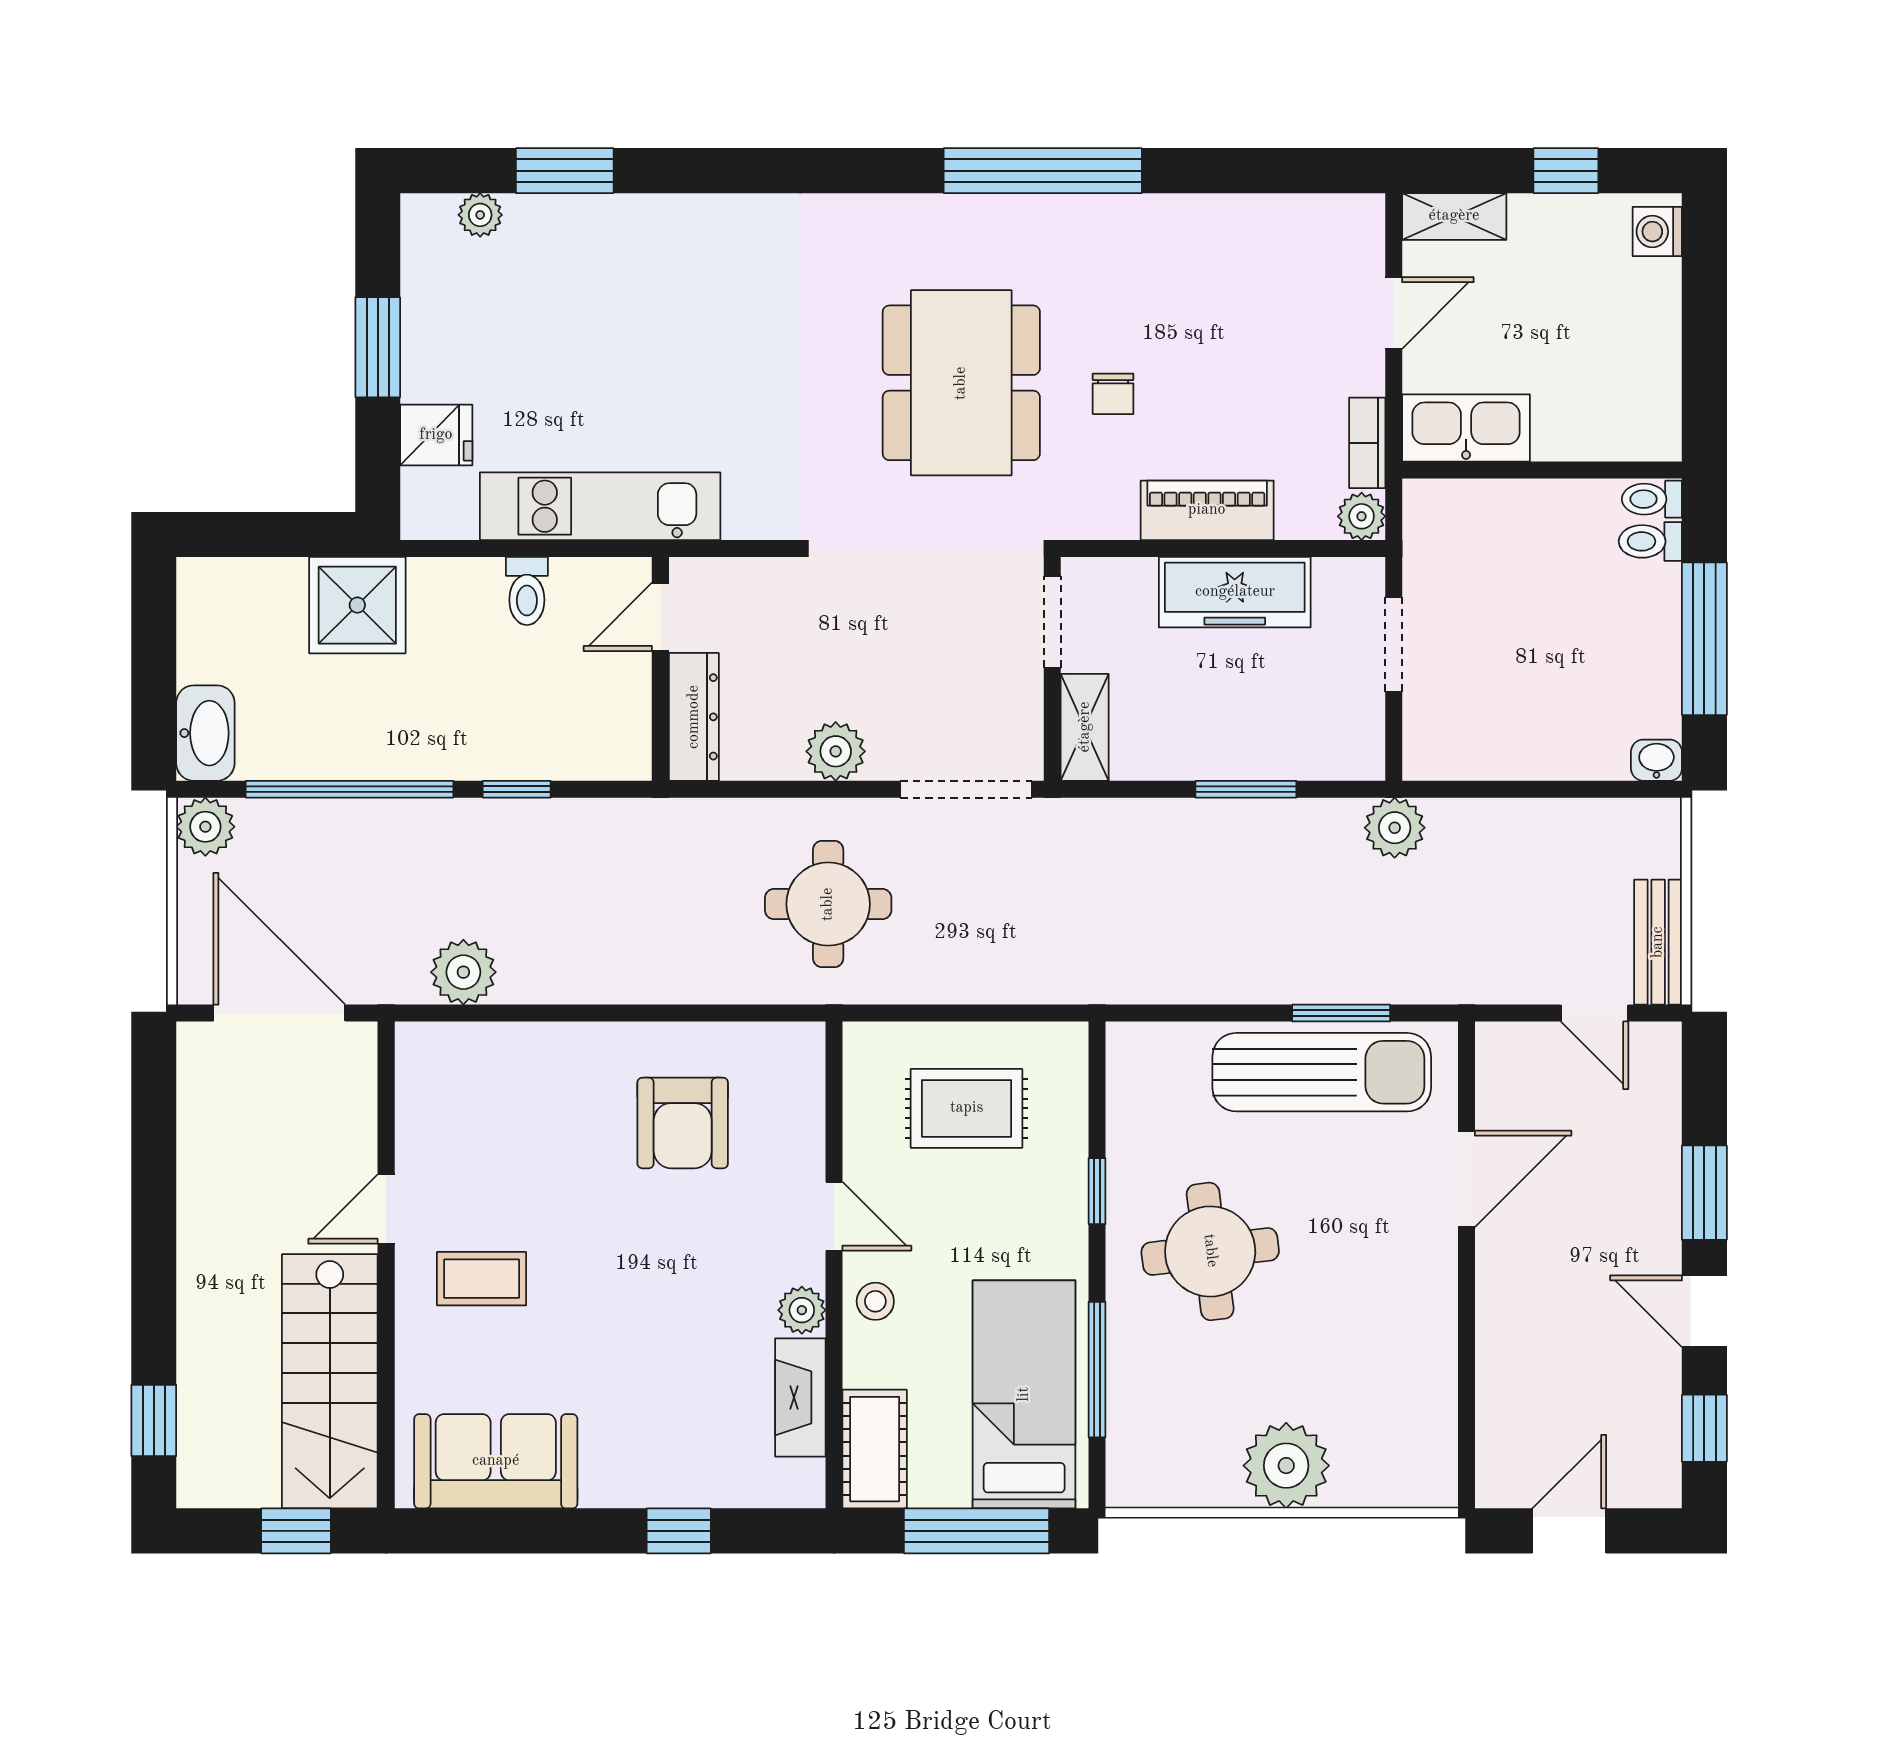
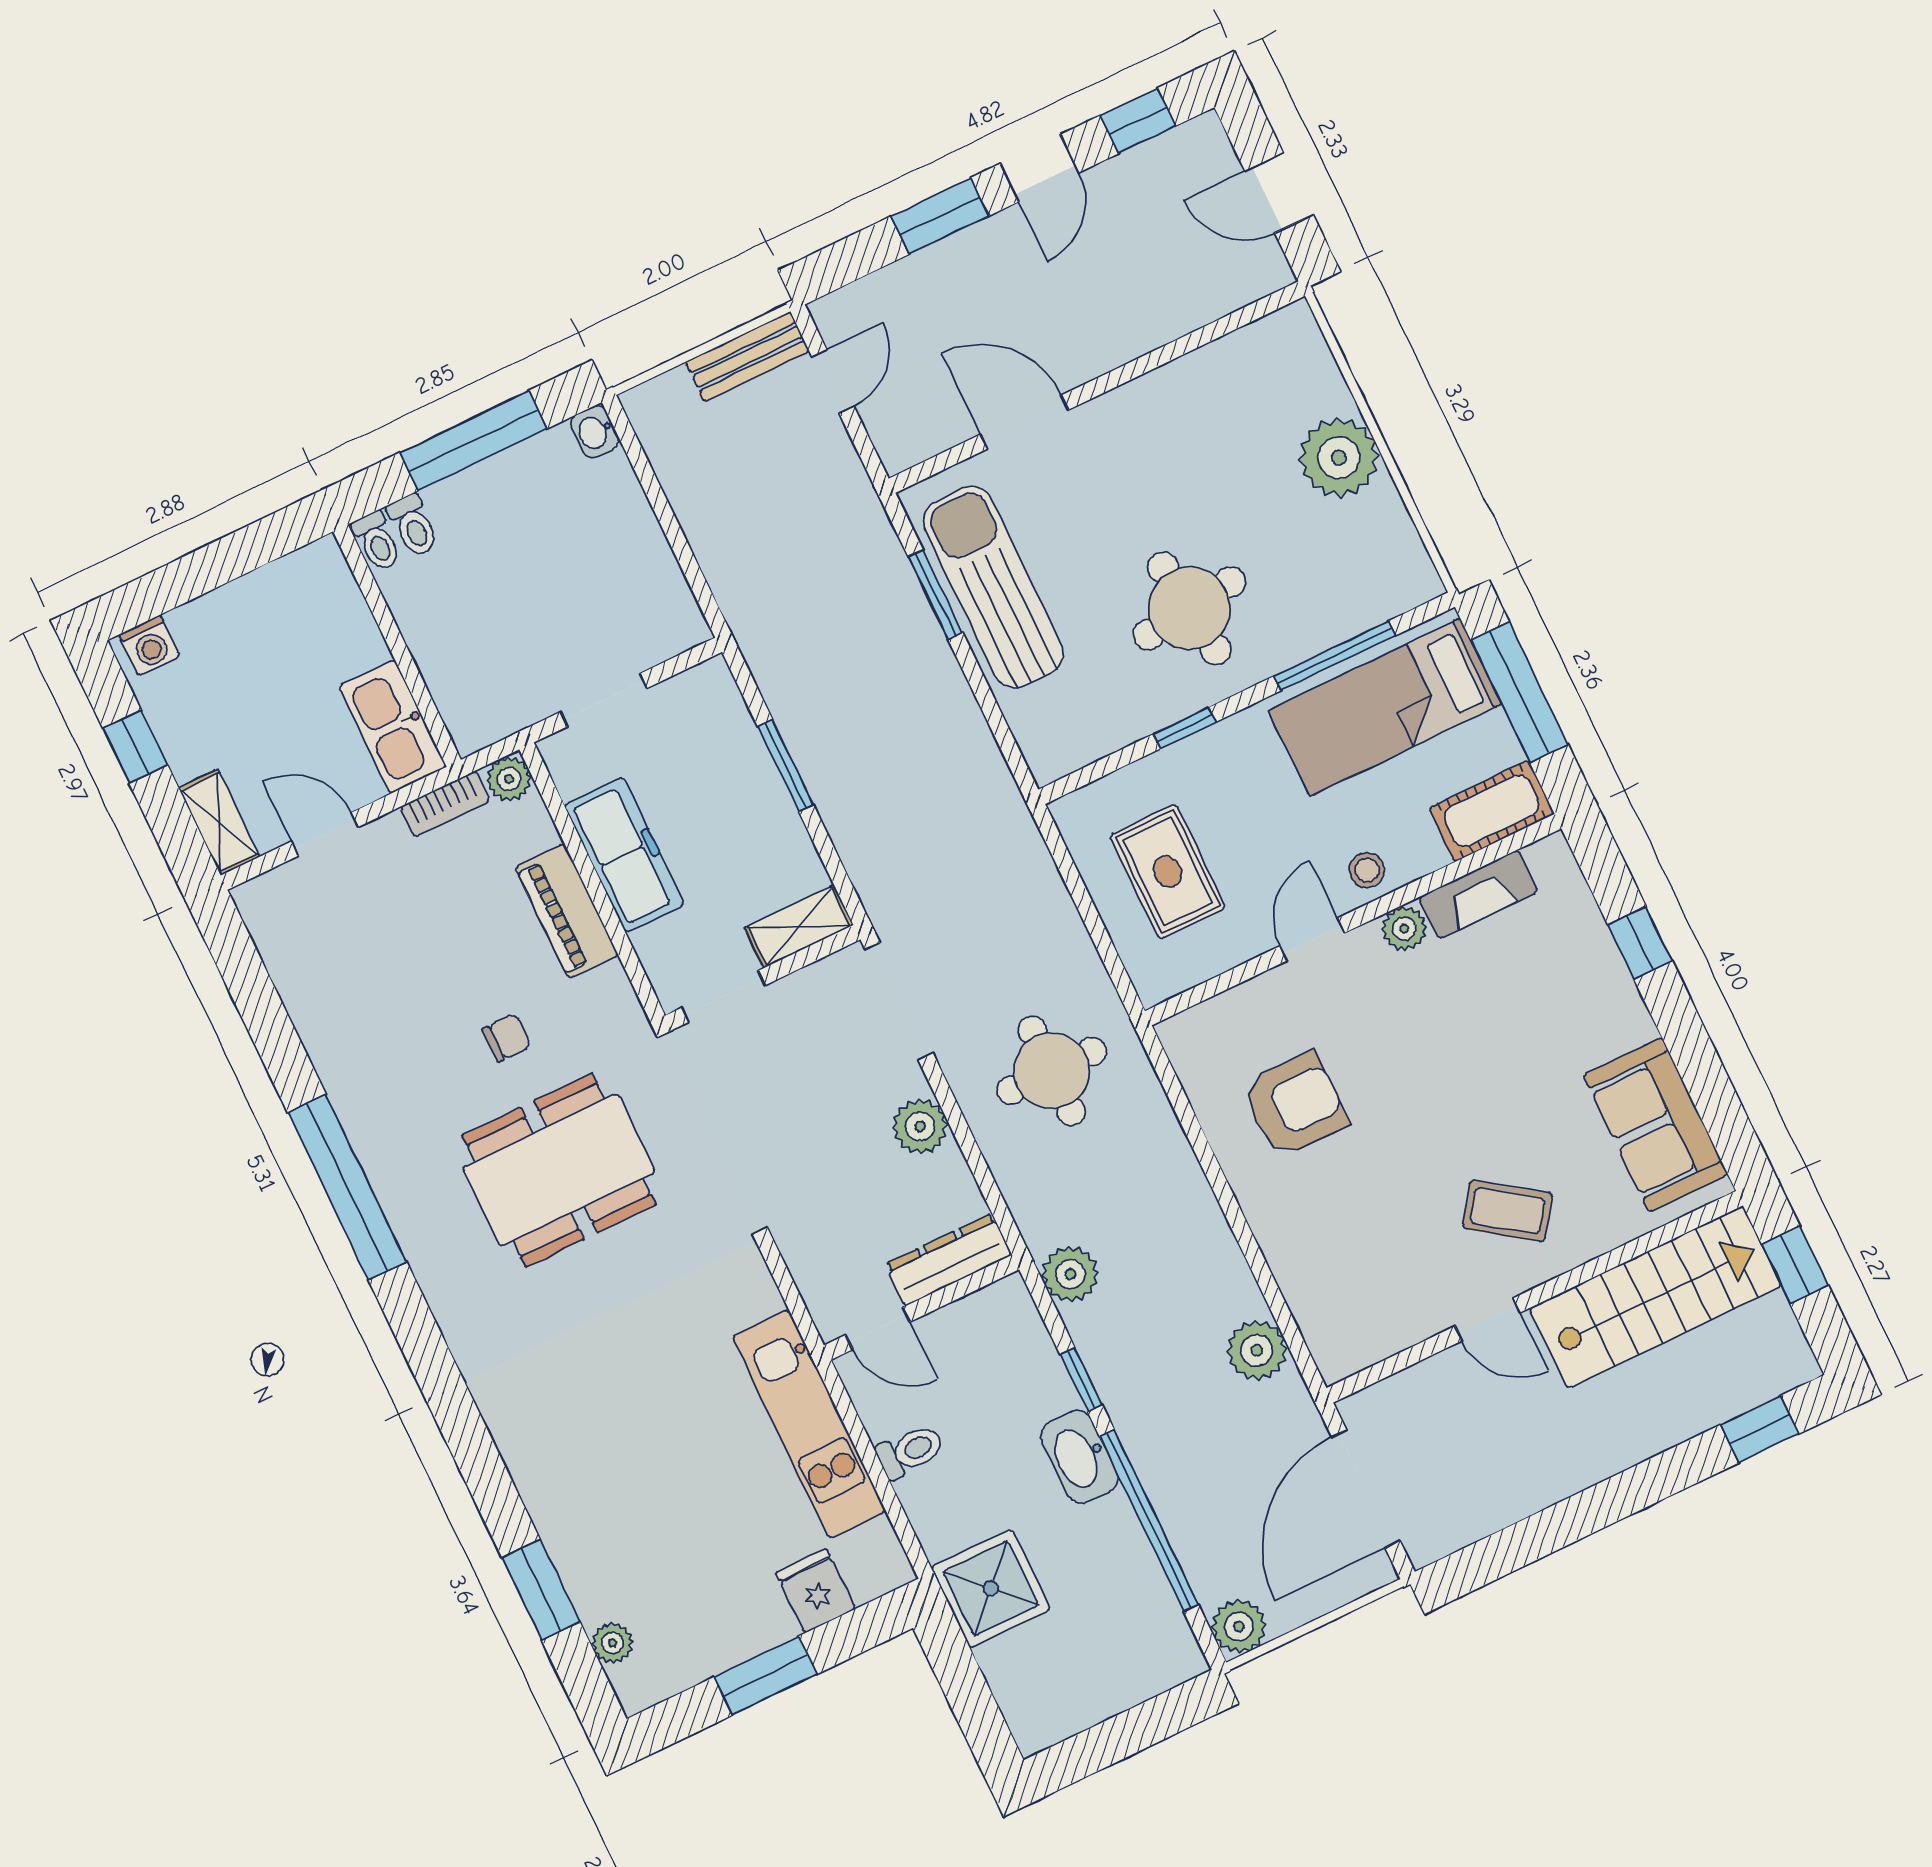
washbasin: (205, 733) -> (1079, 1457), moved, turned -90
plant: (1395, 828) -> (1070, 1274), moved
coffee table: (482, 1279) -> (1507, 1211), turned -55

